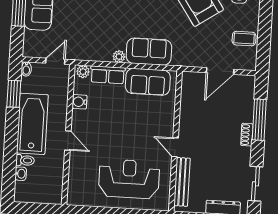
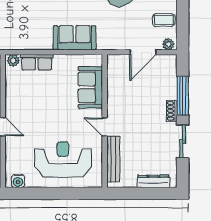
plant: (119, 57) -> (168, 44), moved
sofa: (148, 82) -> (90, 87), moved, turned 90
water cooler: (80, 102) -> (18, 181), moved, turned -90
sliding door: (255, 184) -> (183, 141), moved

